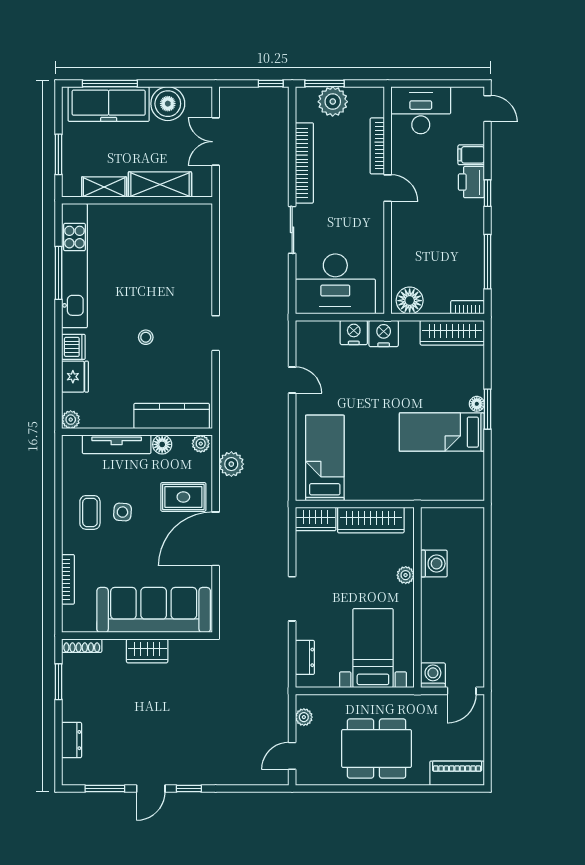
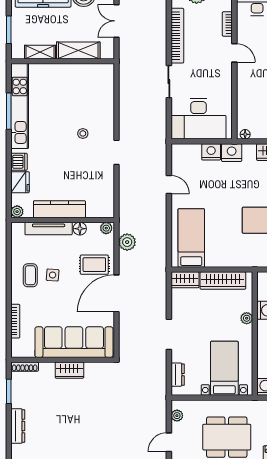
bookcase: (377, 146) -> (227, 24), width x0.64
floor lamp: (410, 301) -> (245, 134), width x0.53, depth x0.53
stool: (146, 337) -> (83, 133), moved
kitchen counter: (172, 416) -> (59, 209), moved
dresser: (72, 740) -> (18, 426), width x1.44

